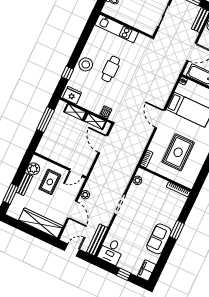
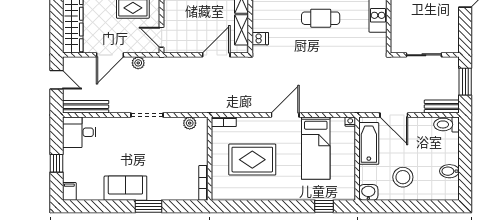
filing cabinet: (147, 270) -> (69, 191), width x0.50

